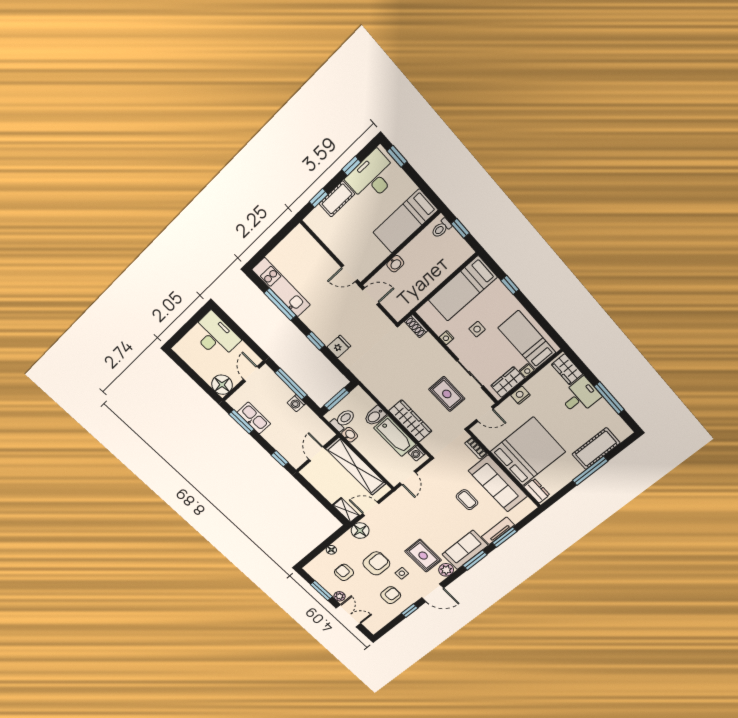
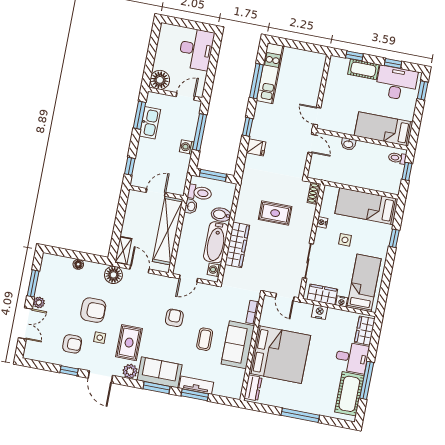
rug: (447, 394) -> (275, 213), moved, turned 90
cot: (596, 449) -> (349, 394), moved, turned 90
sofa: (498, 484) -> (238, 345), width x0.73
armchair: (344, 572) -> (174, 318), moved

